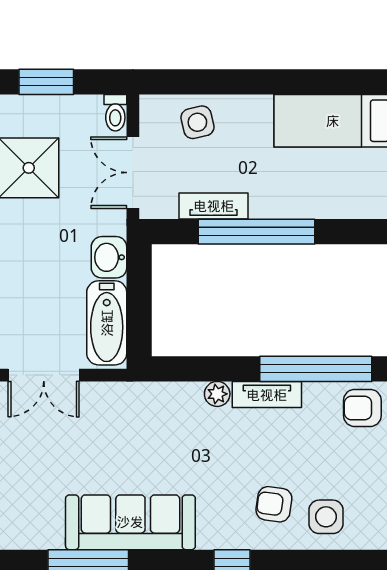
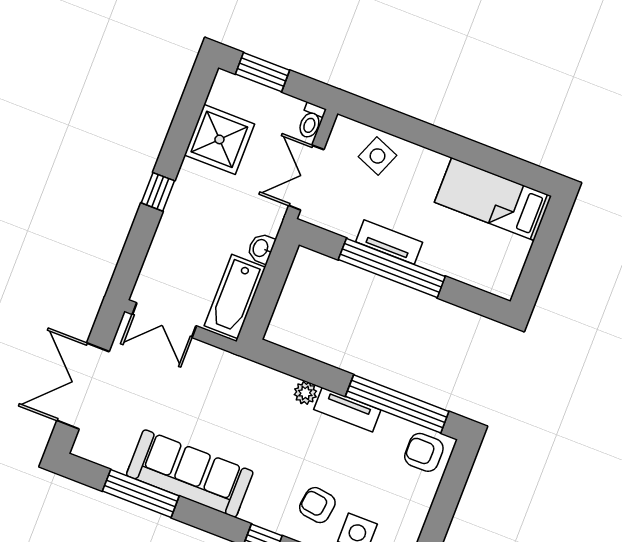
side table: (197, 122) -> (378, 156), turned 35
tv unit: (214, 206) -> (389, 242), moved
washbasin: (109, 257) -> (261, 248), width x0.72, depth x0.69

